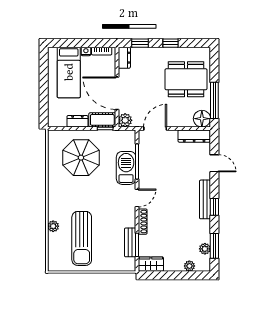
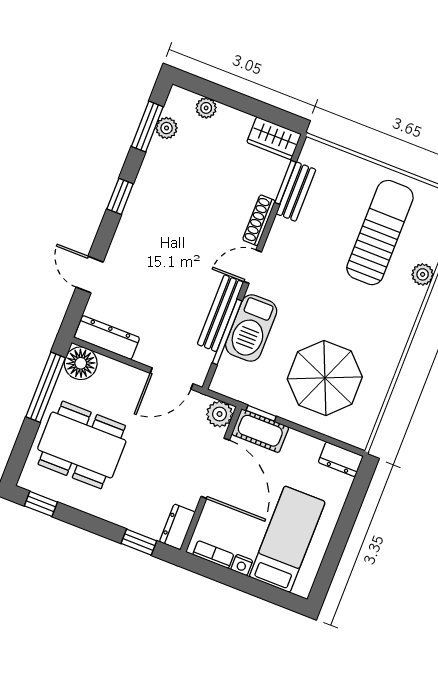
window: (170, 43) -> (41, 504), moved
dresser: (77, 121) -> (341, 459), moved
bench: (205, 199) -> (220, 313), moved

